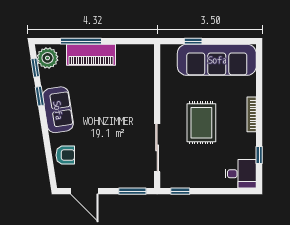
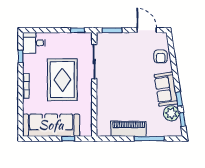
piano: (91, 55) -> (129, 129), moved
plant: (48, 58) -> (171, 113), moved
rug: (201, 123) -> (62, 80), width x1.37, depth x1.44
armchair: (65, 155) -> (161, 56), turned -90

